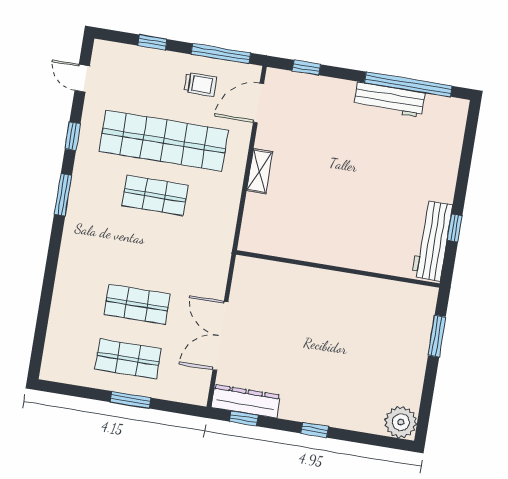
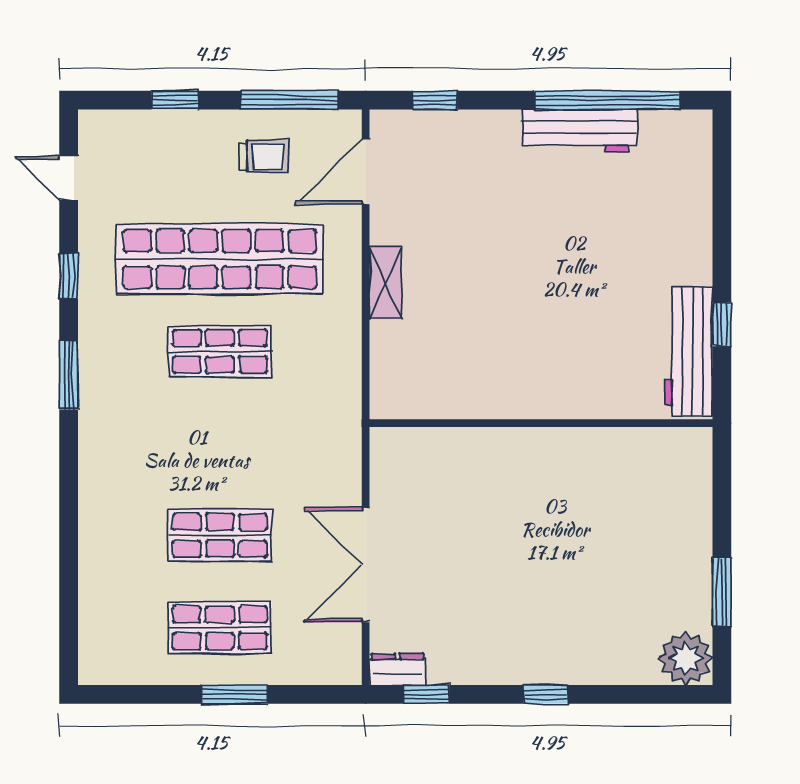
window: (437, 336) -> (722, 592), moved
dresser: (246, 401) -> (397, 669), width x0.51, depth x0.80

